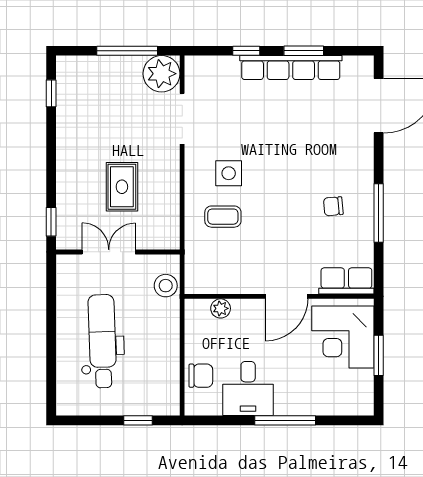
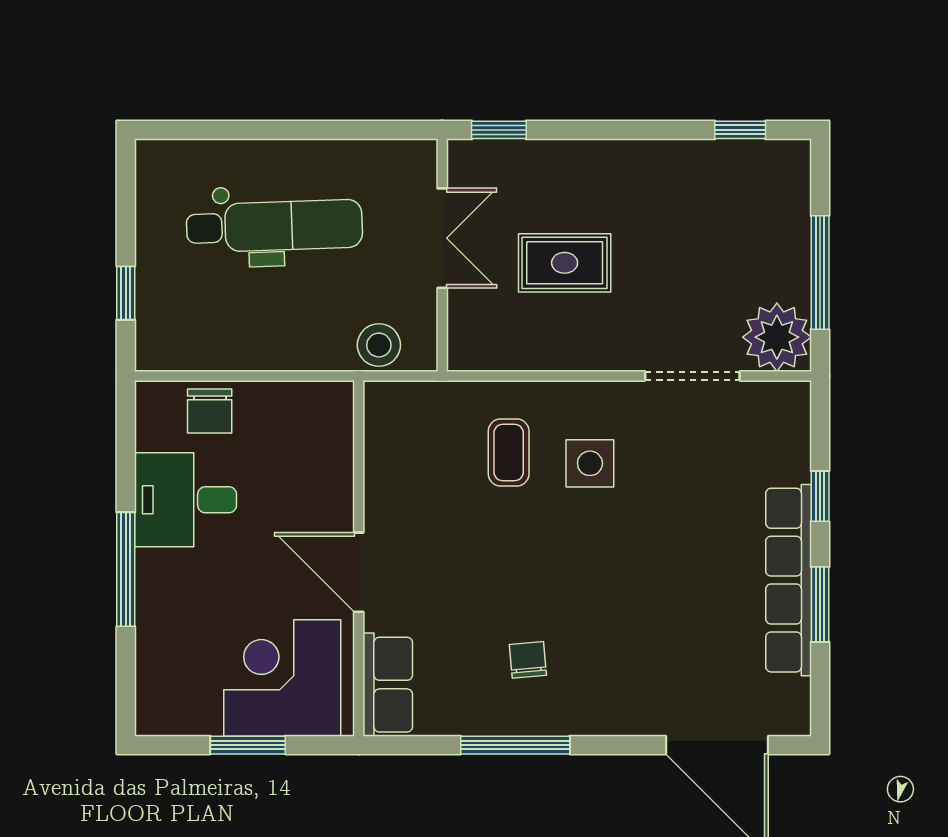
plant: (221, 308) -> (336, 448), removed

